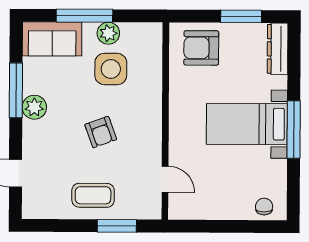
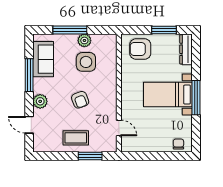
sofa: (52, 39) -> (43, 59), moved, turned -90
plant: (34, 107) -> (40, 101), moved

